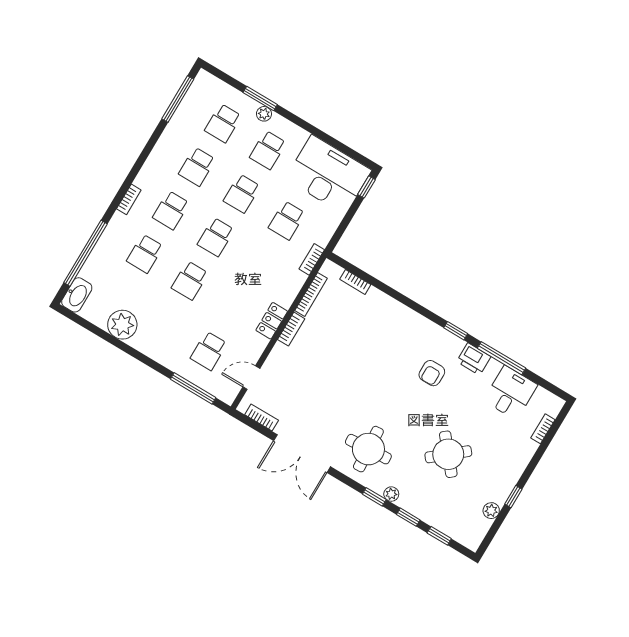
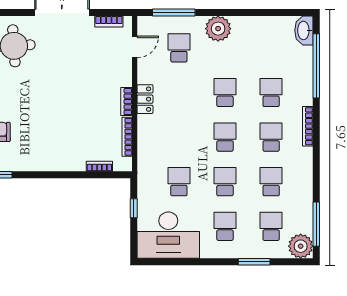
plant: (264, 114) -> (301, 246), moved, width x1.87, depth x1.87
window: (367, 187) -> (134, 208), moved
bookcase: (129, 199) -> (308, 126), width x1.56
bookcase: (312, 259) -> (142, 164), removed
plant: (122, 325) -> (218, 29), moved

